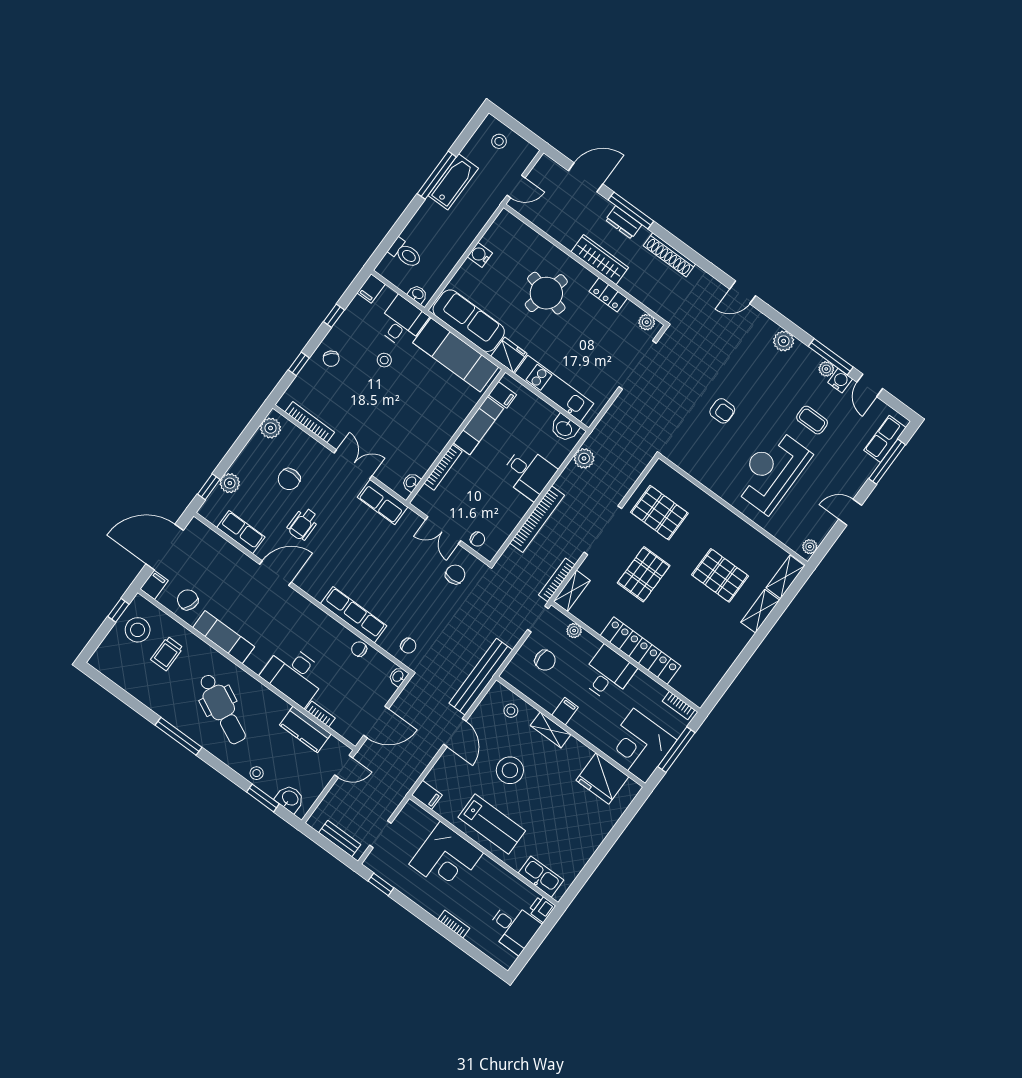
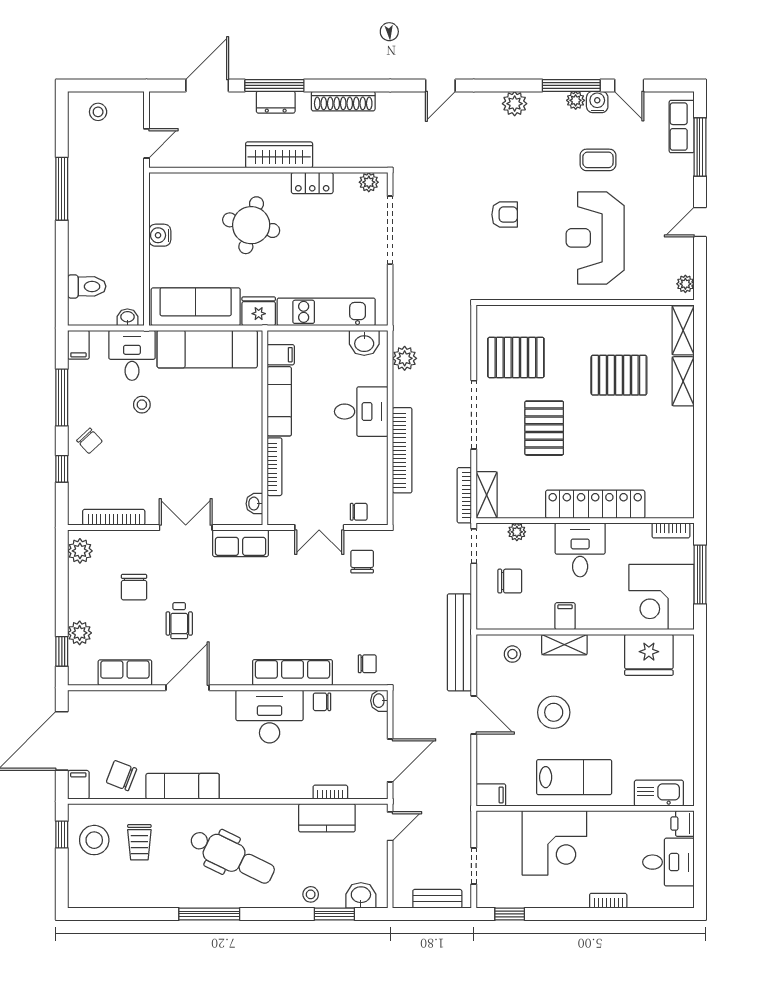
bathtub: (453, 182) -> (82, 184), removed
window: (334, 316) -> (62, 397), width x2.17
desk: (294, 675) -> (270, 716), moved, turned 180

